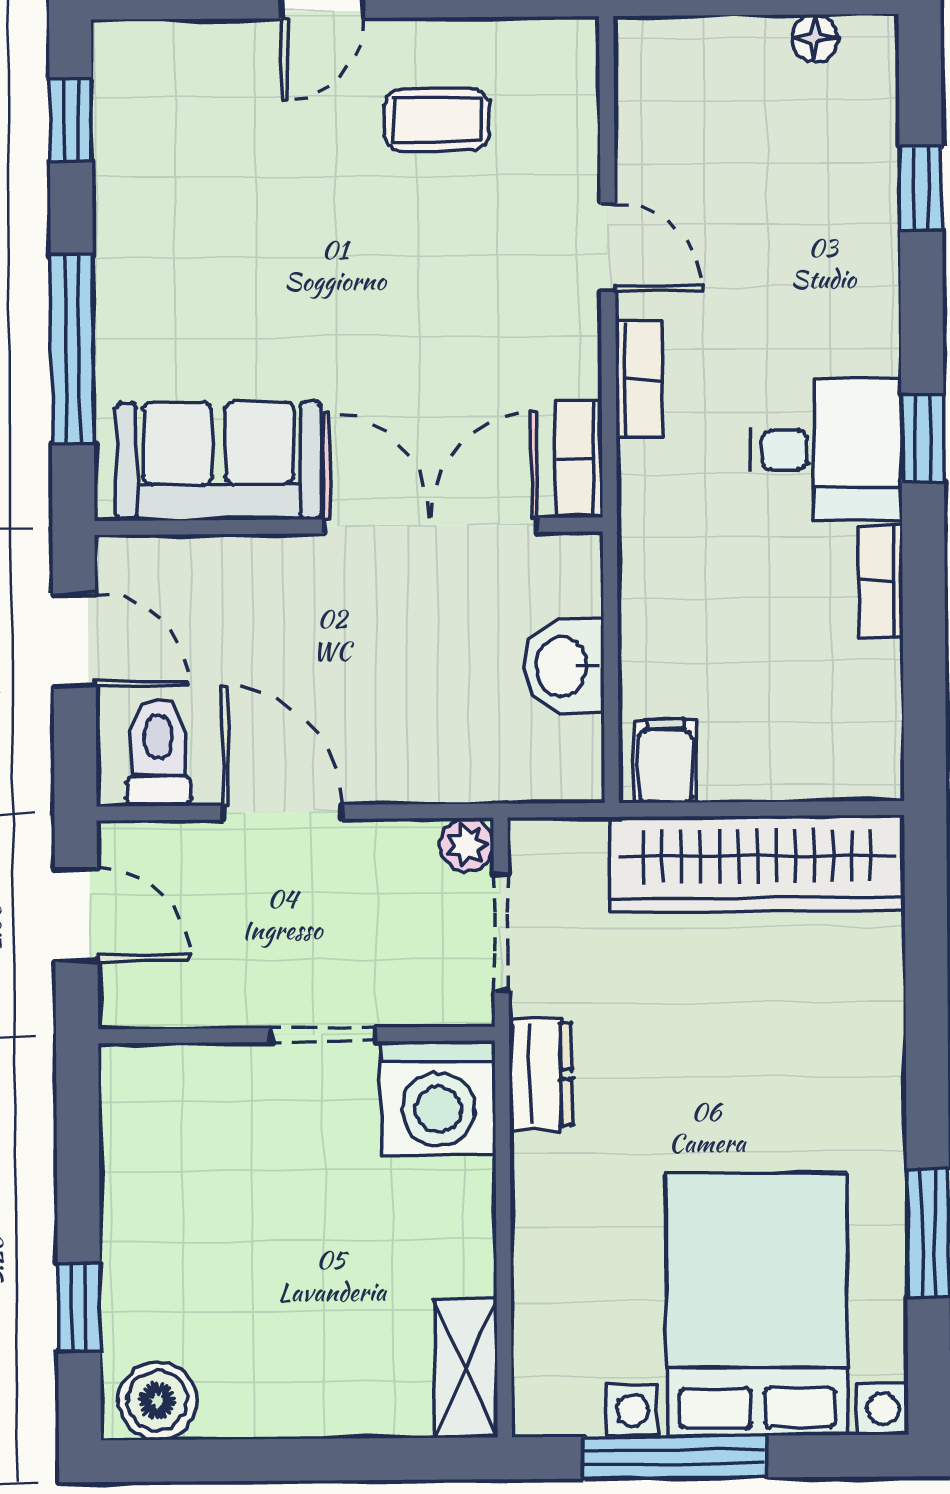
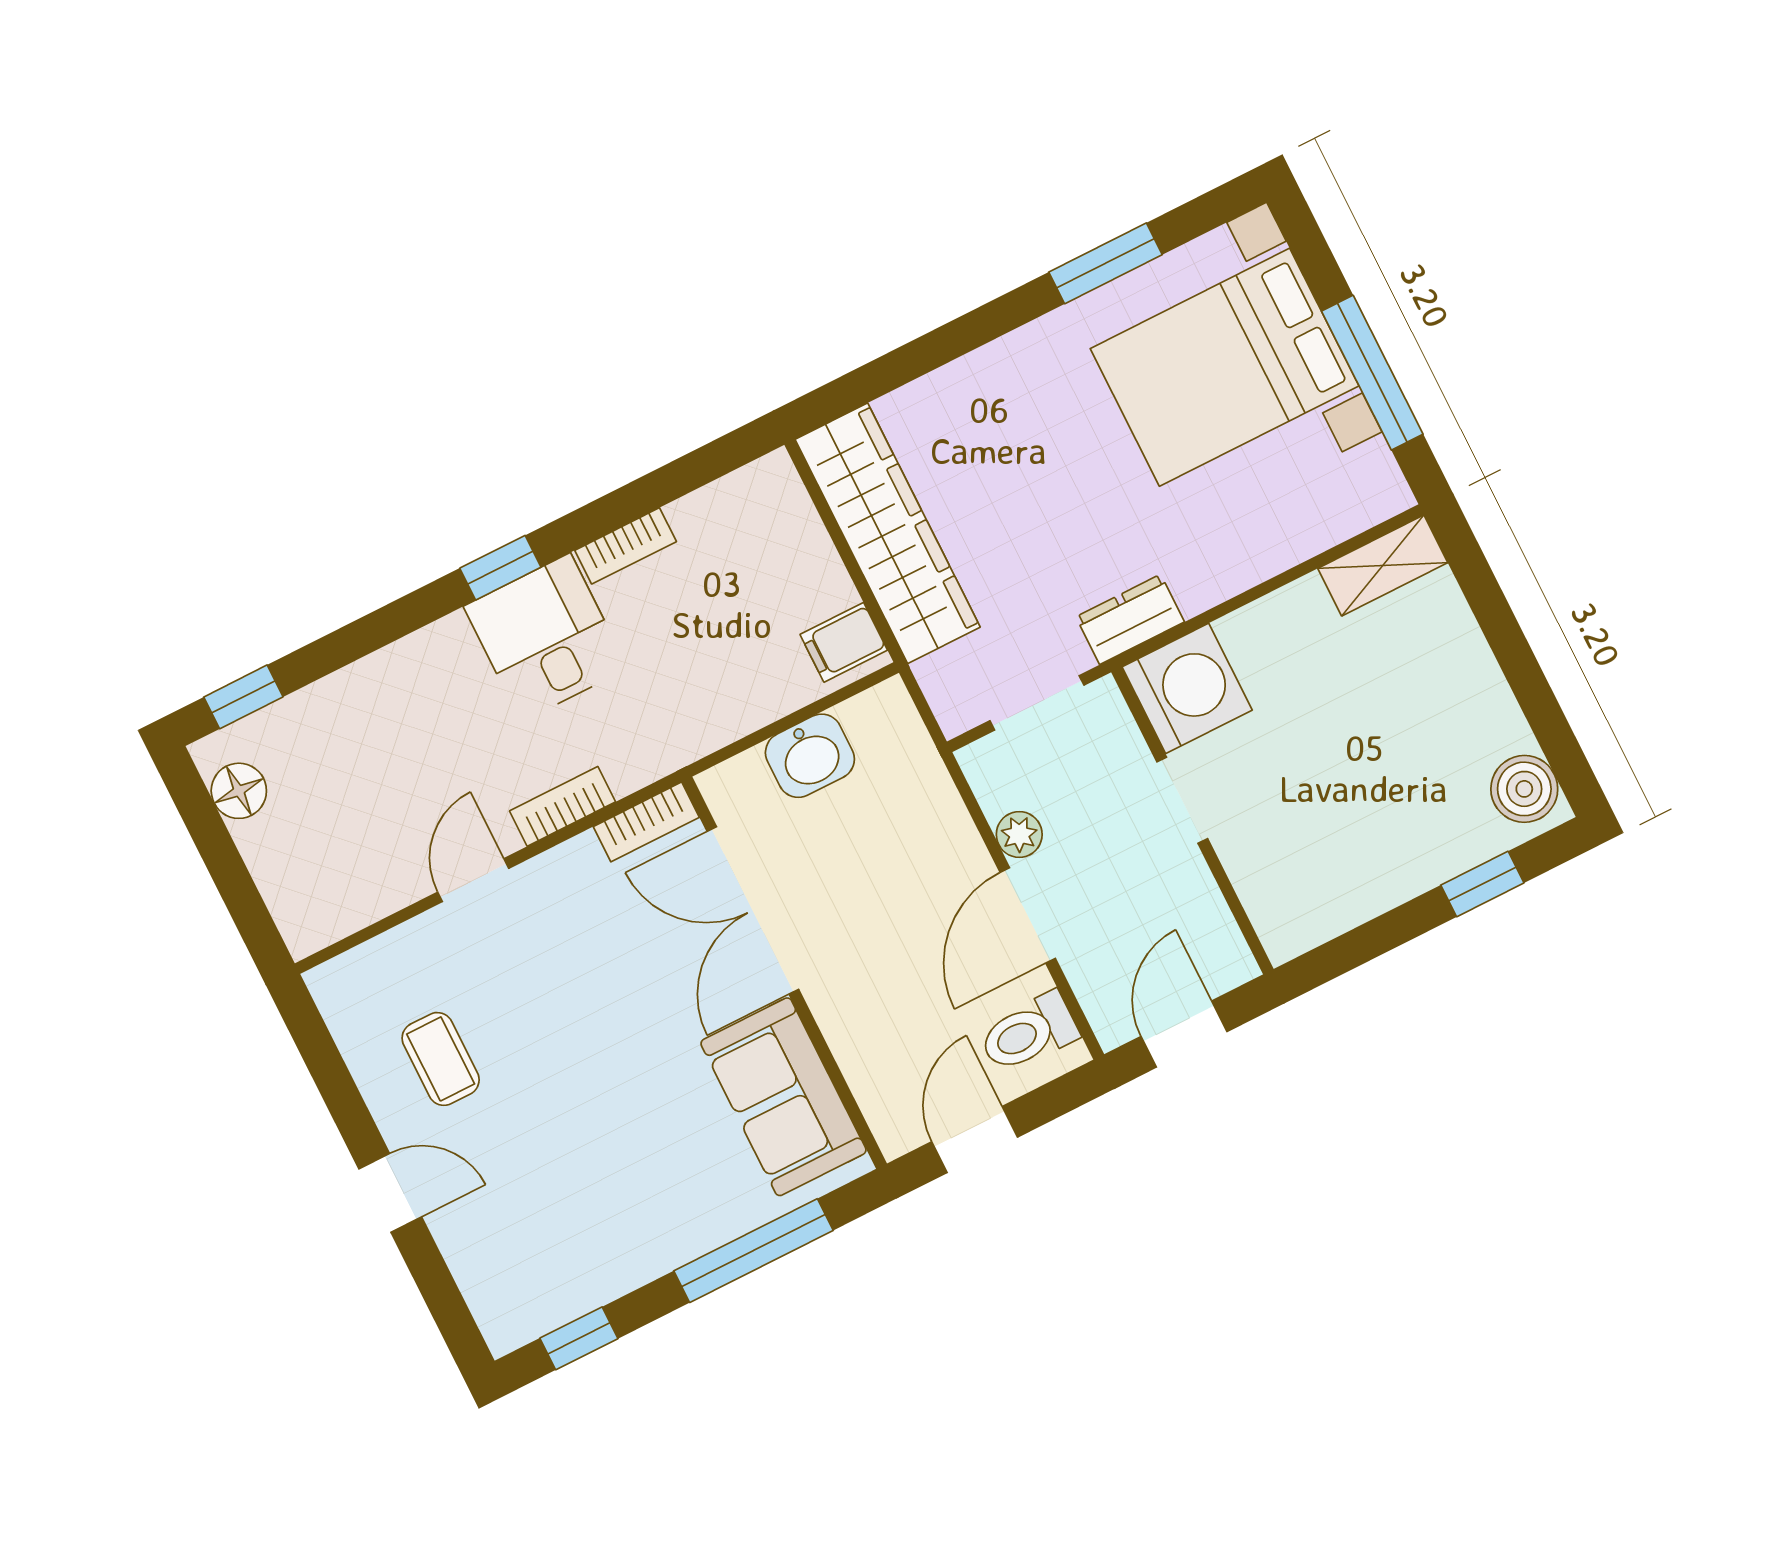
floor lamp: (815, 38) -> (239, 791), width x1.37, depth x1.37
window: (921, 188) -> (243, 697), moved
plant: (467, 845) -> (1019, 834), moved

